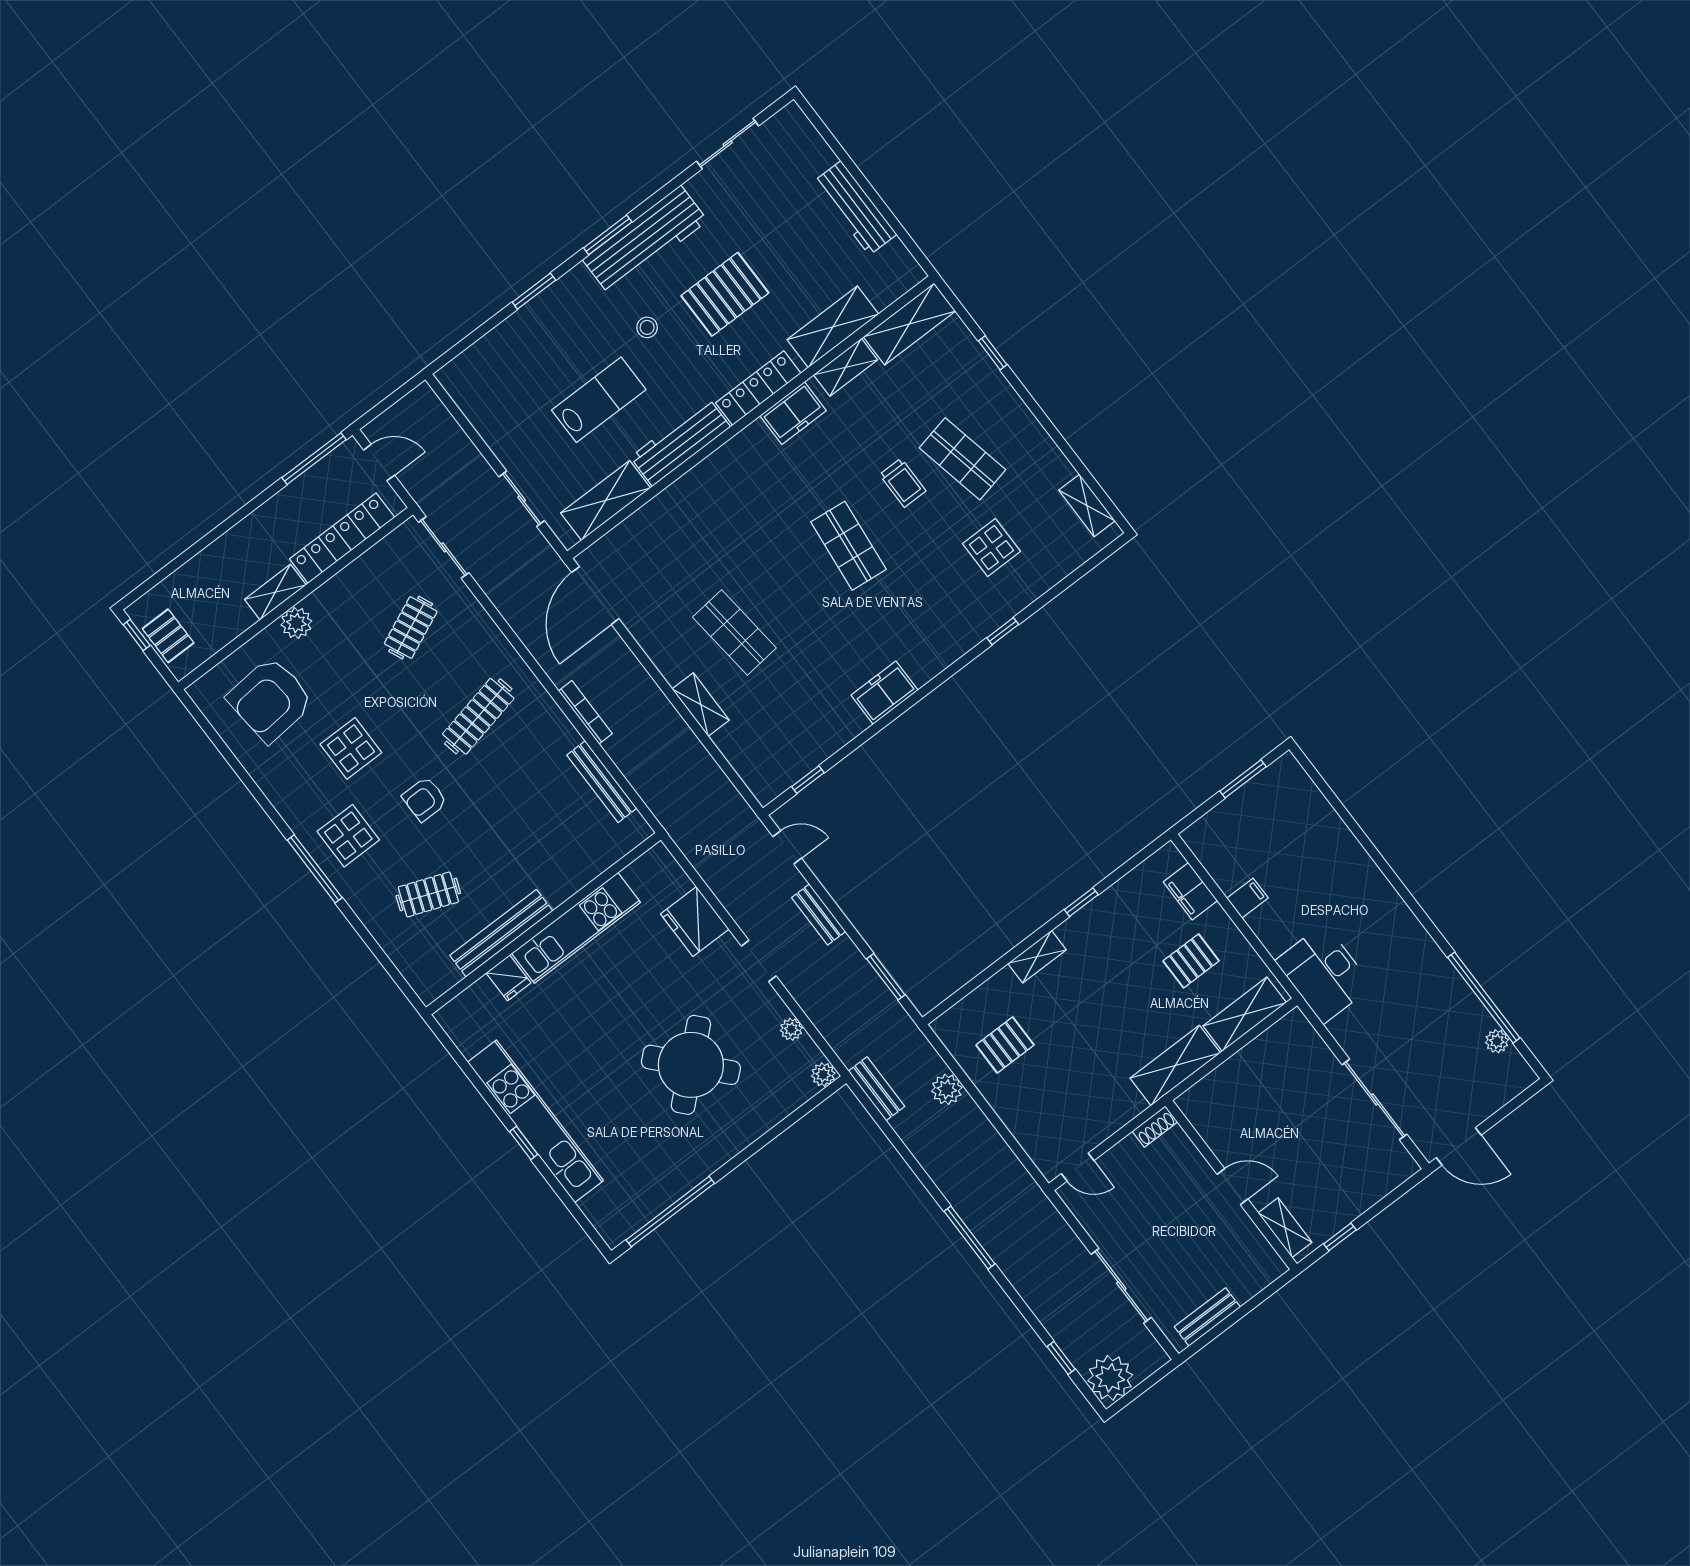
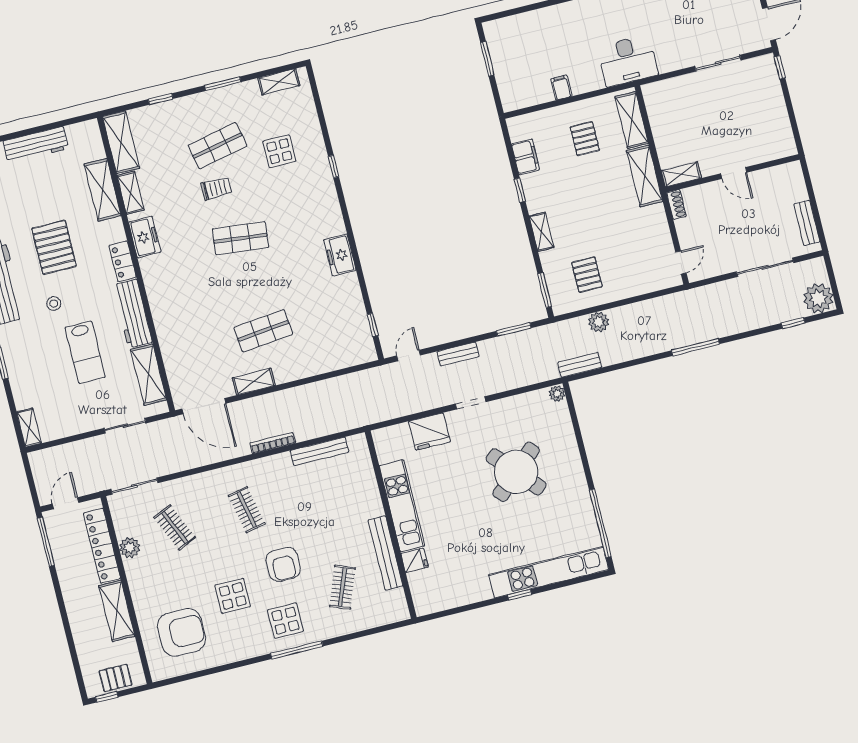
shelving: (461, 367) -> (29, 428), added
locker: (758, 388) -> (123, 261), width x0.66
lab bench: (599, 400) -> (85, 352), turned 180
window: (1051, 429) -> (223, 84), added
shelving: (275, 592) -> (117, 611), width x1.50, depth x1.33
plant: (296, 623) -> (130, 548), moved
armchair: (270, 700) -> (182, 632), turned -85
shelving: (701, 705) -> (254, 382), moved
clothes rail: (478, 716) -> (247, 510), width x0.73
armchair: (425, 799) -> (283, 564), width x1.38, depth x1.38
filing cabinet: (1190, 891) -> (526, 157), moved, turned -90
window: (958, 996) -> (545, 290), added
plant: (791, 1029) -> (521, 401), removed
sliding door: (1375, 1099) -> (718, 63), width x0.73
kitchen unit: (535, 1121) -> (549, 572), moved
door: (1232, 1187) -> (734, 173), swing flipped
shelving: (1285, 1228) -> (681, 174), moved
window: (1340, 1237) -> (780, 67), moved

